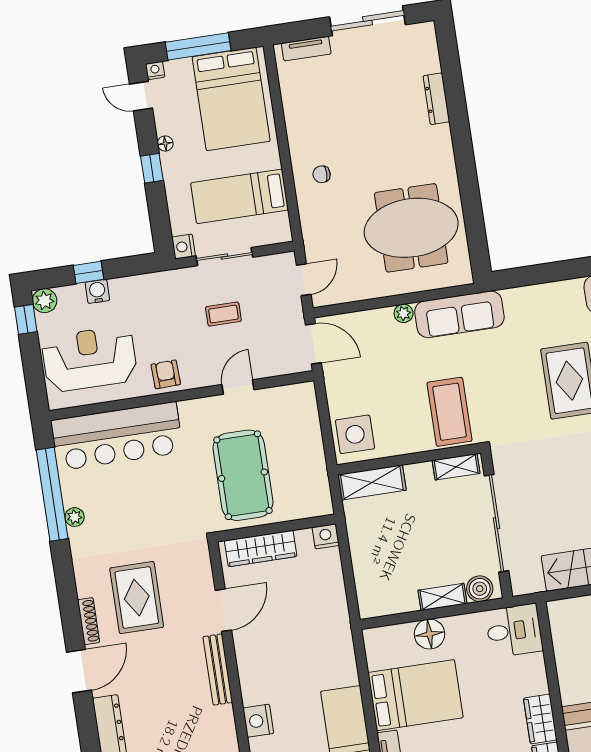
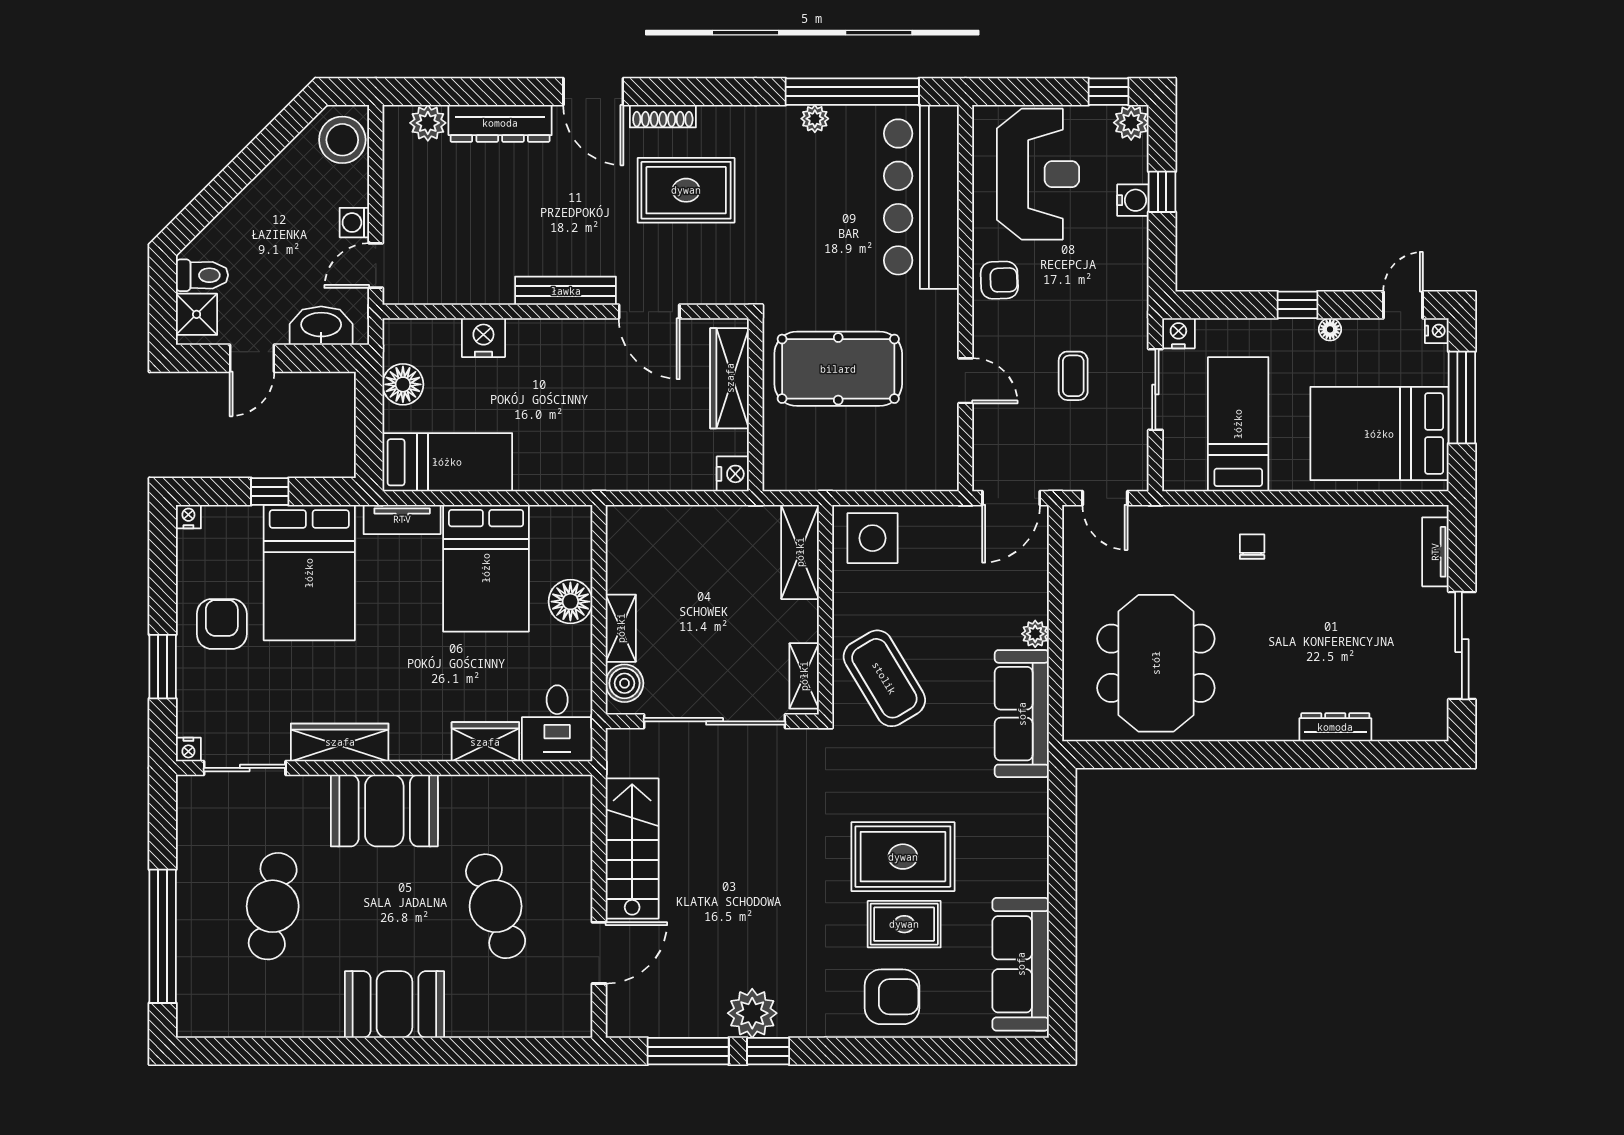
coffee table: (450, 412) -> (884, 678), turned 59
wardrobe: (540, 719) -> (485, 742), moved

